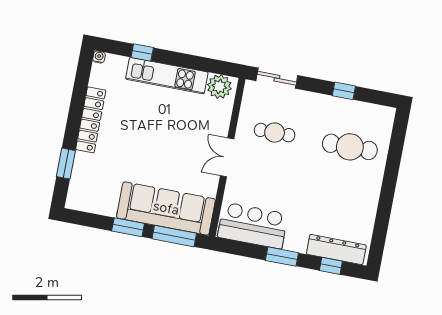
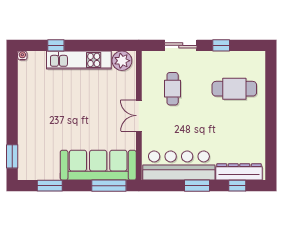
sliding door: (277, 78) -> (181, 45), moved
locker: (91, 120) -> (25, 106), removed
cafe table: (275, 133) -> (173, 89), turned 90
window: (66, 164) -> (12, 156), moved
bar counter: (253, 225) -> (179, 166), width x1.36
window: (128, 227) -> (50, 186), moved

